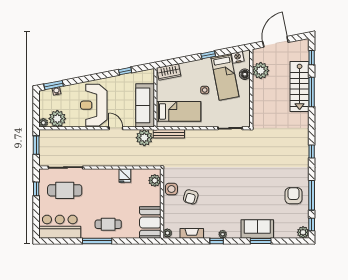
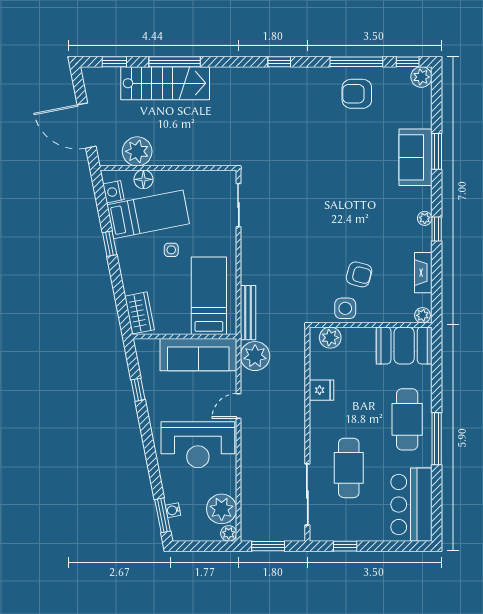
cafe table: (65, 190) -> (349, 468), moved
cafe table: (108, 224) -> (407, 419), width x1.37, depth x1.35

